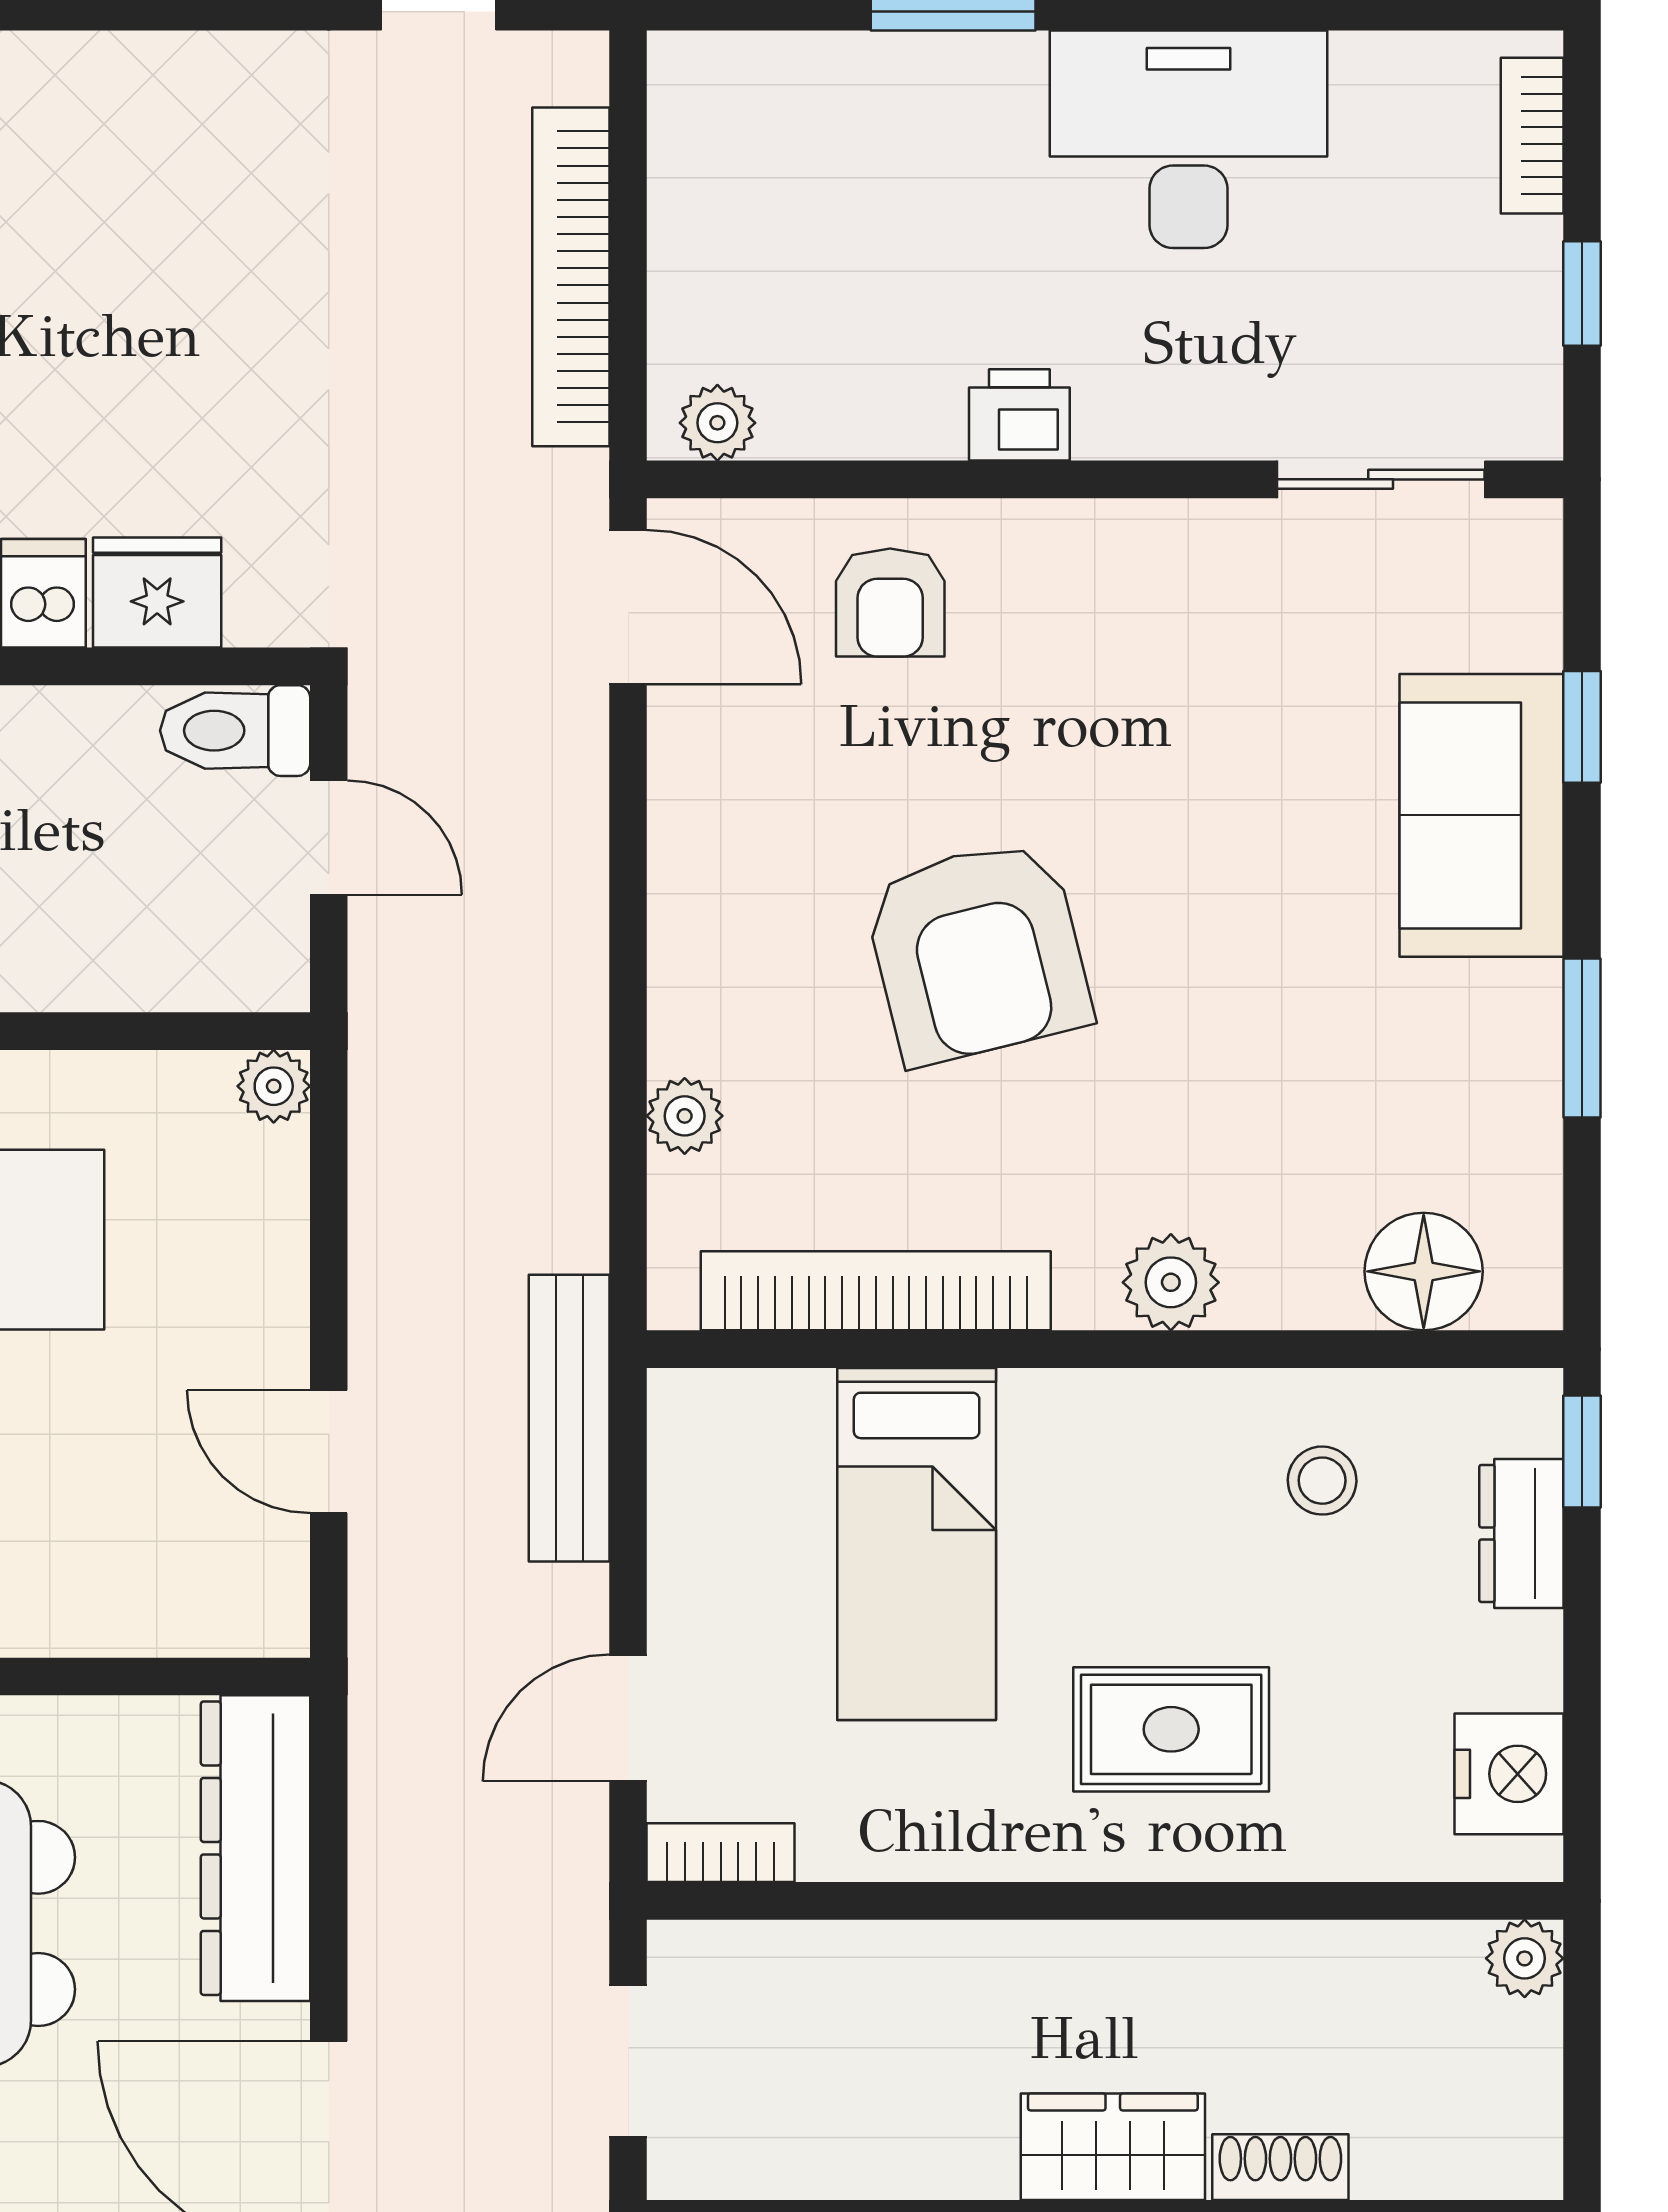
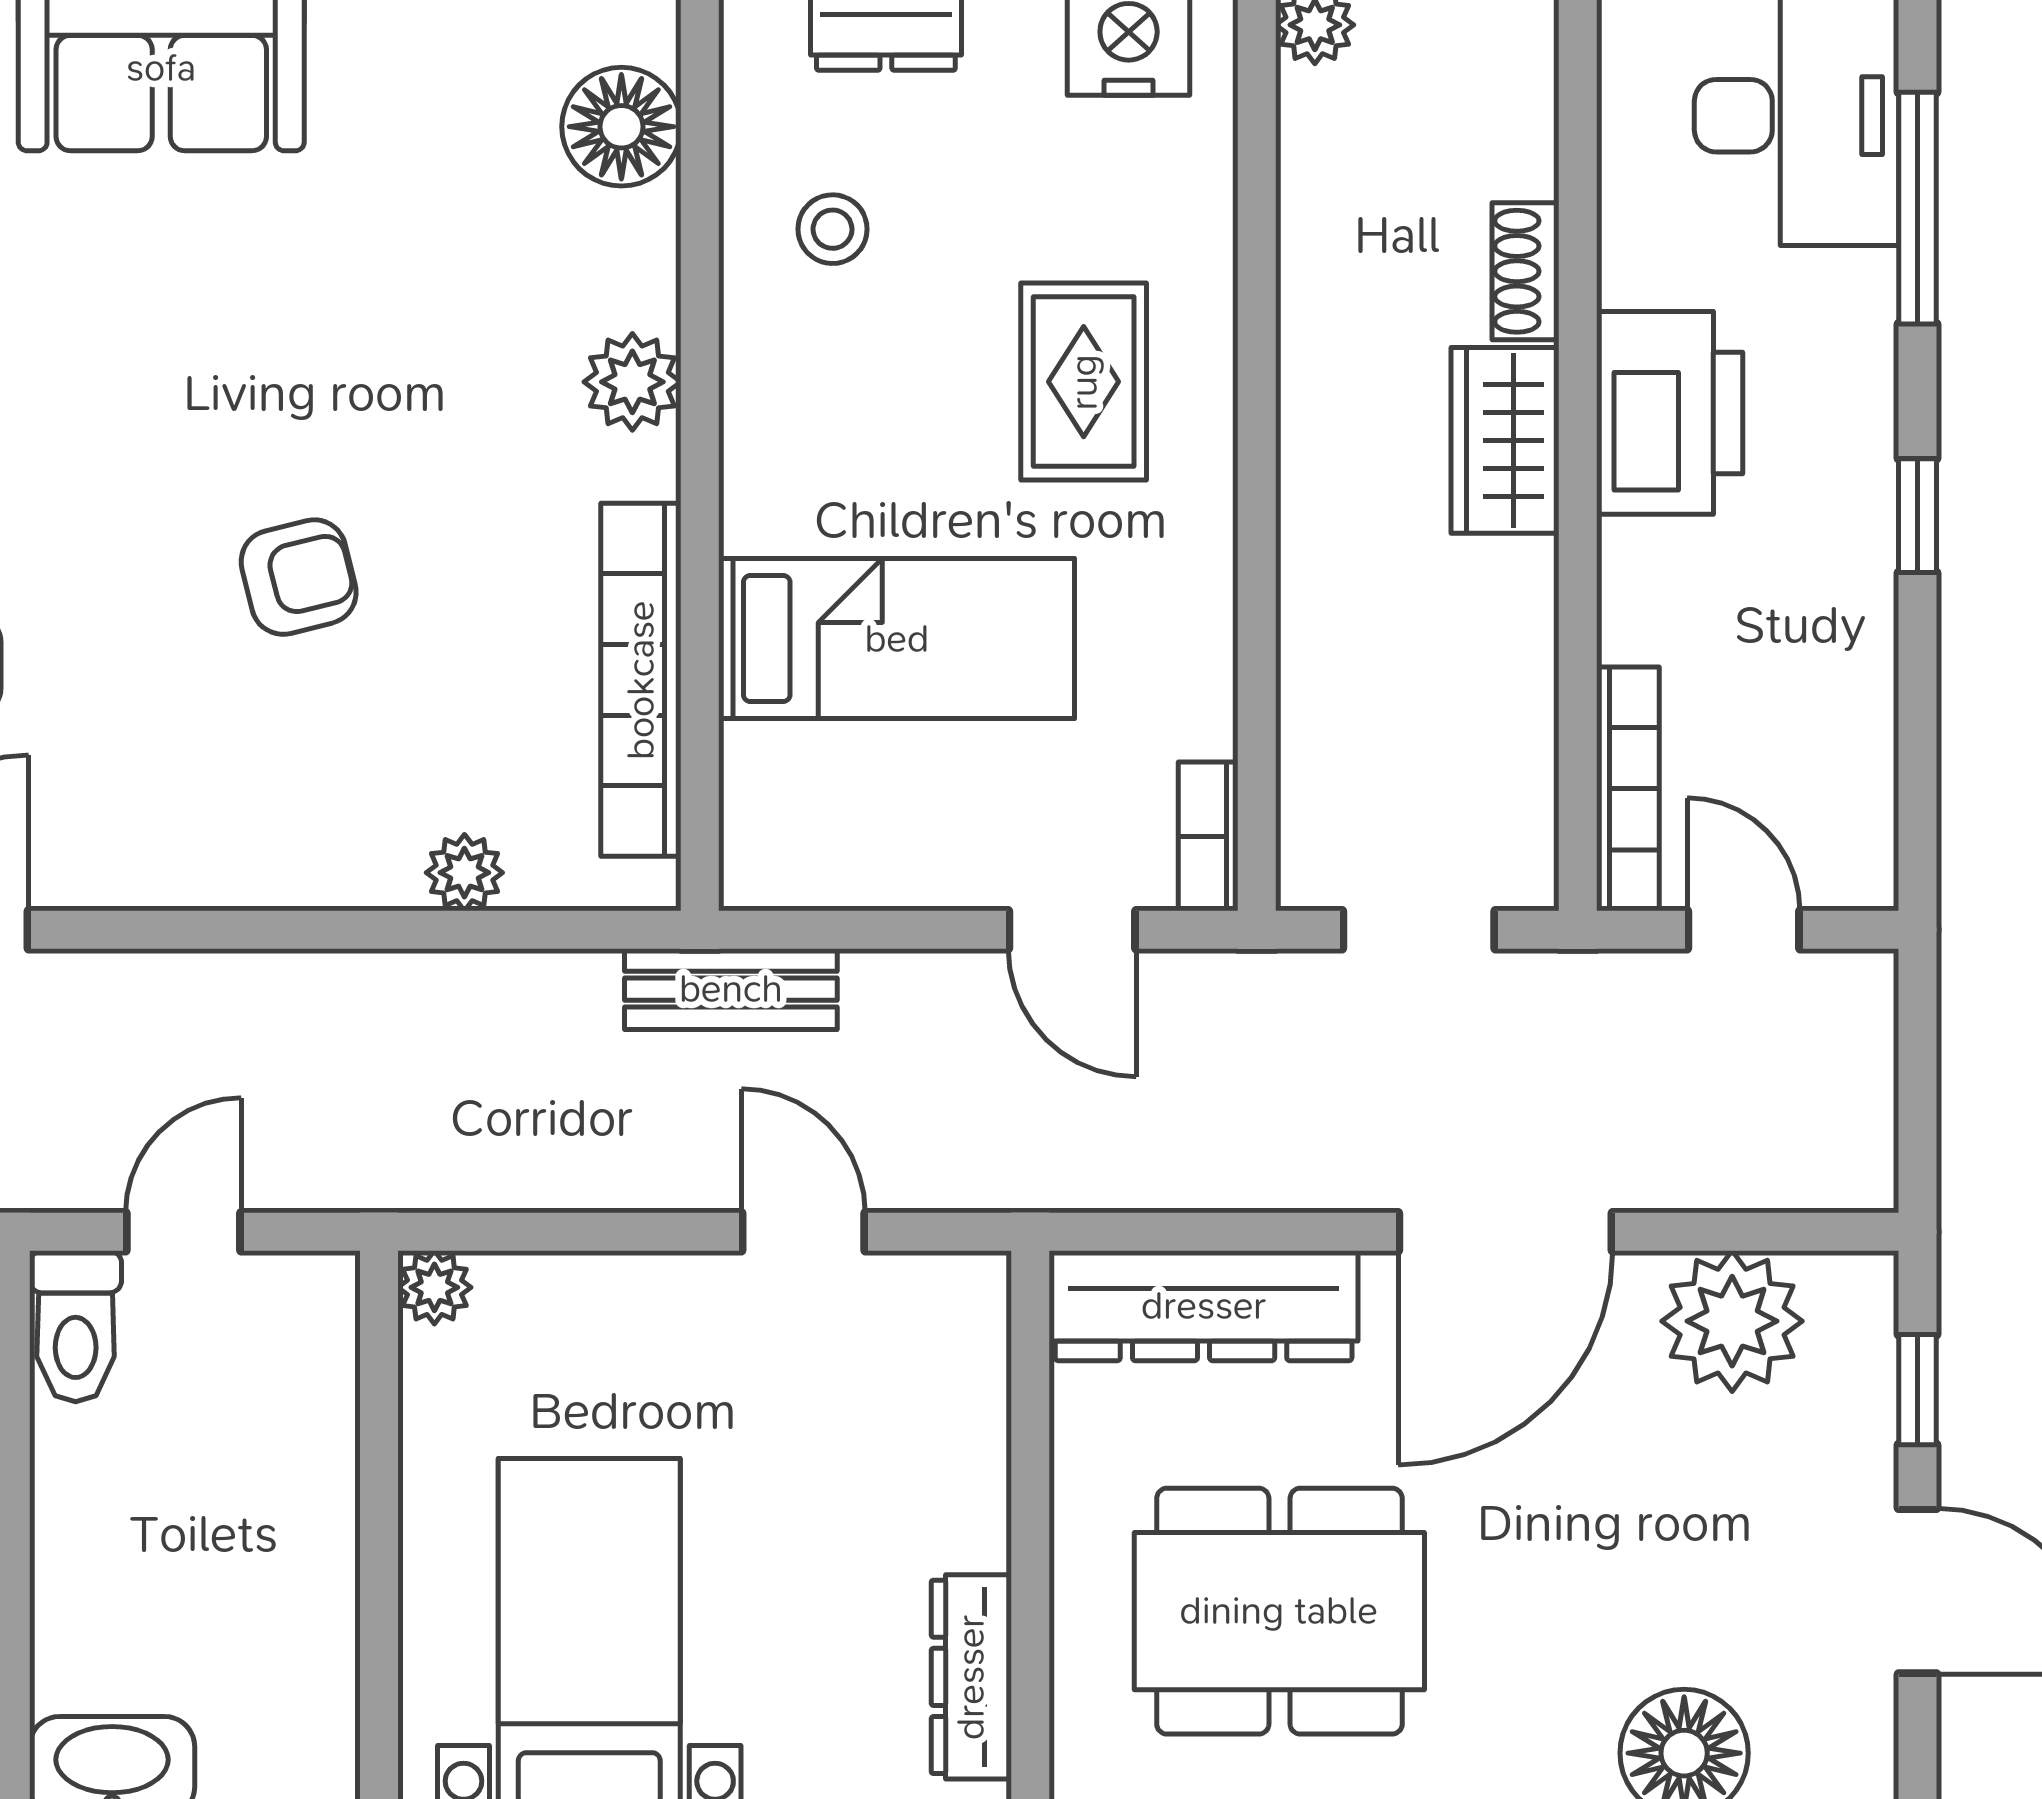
armchair: (977, 952) -> (299, 577), width x0.53, depth x0.53
bench: (569, 1418) -> (731, 989), width x0.73
door: (329, 1452) -> (803, 1232), swing flipped

